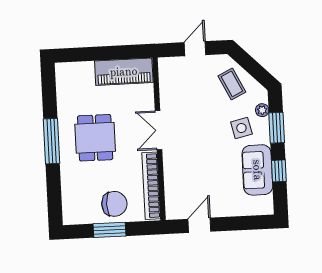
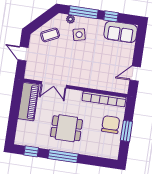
window: (49, 91) -> (31, 151), added
window: (277, 128) -> (83, 12), width x1.44
double door: (159, 130) -> (54, 85), moved
sofa: (257, 170) -> (121, 32), moved
door: (199, 225) -> (135, 74), hinge flipped

